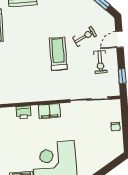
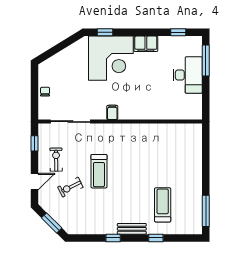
filing cabinet: (49, 111) -> (112, 112), width x0.50
printer: (23, 112) -> (139, 113), removed

